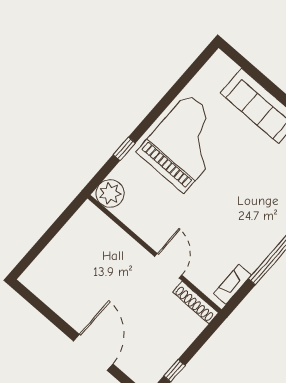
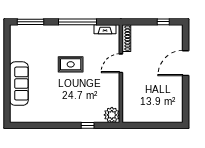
grand piano: (186, 143) -> (62, 101), removed
rug: (225, 197) -> (71, 64), added

